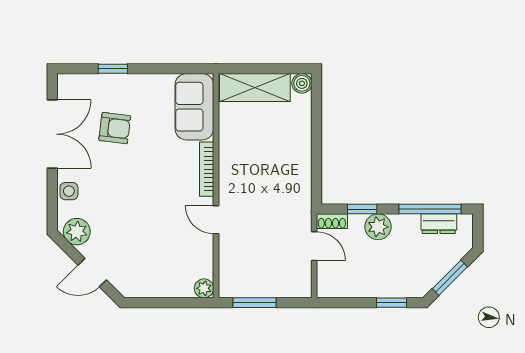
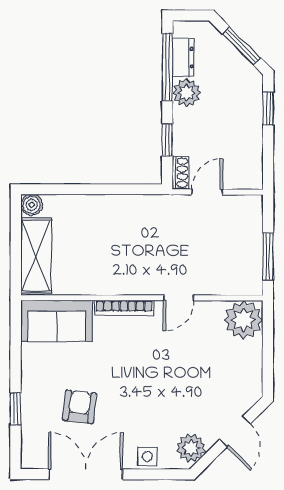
plant: (378, 227) -> (186, 93), moved
plant: (204, 288) -> (243, 320), width x1.88, depth x1.88

